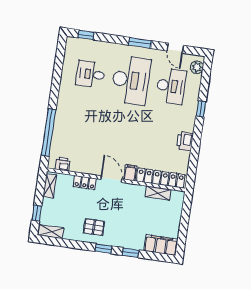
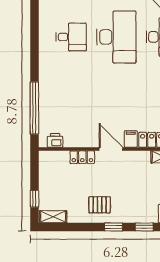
desk: (91, 74) -> (71, 37), turned 180
shelving: (50, 186) -> (44, 167), removed

